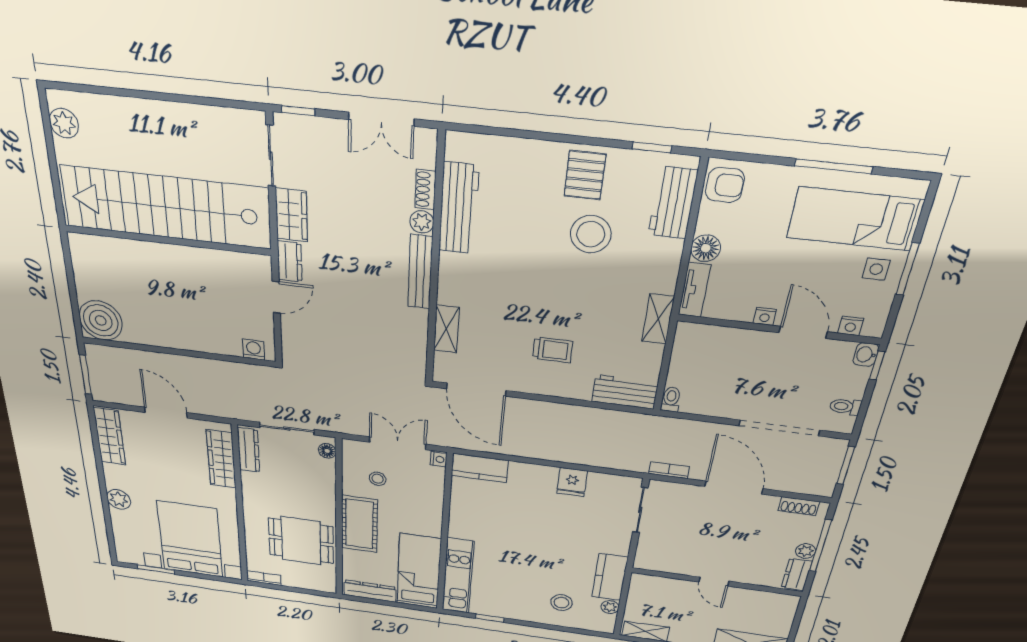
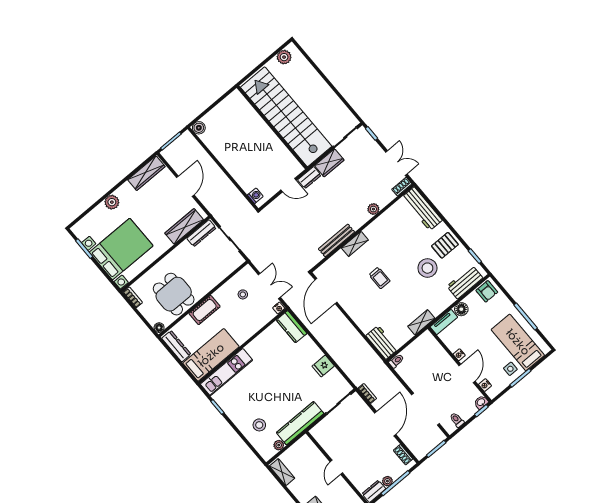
double door: (381, 119) -> (396, 163), swing flipped
shoe rack: (425, 190) -> (402, 187), moved
workbench: (459, 208) -> (422, 209), moved, turned 90
bench: (420, 272) -> (336, 240), moved
boiler: (101, 320) -> (199, 128), width x0.54, depth x0.54
shelving: (446, 329) -> (355, 244), moved
trolley: (553, 350) -> (379, 278), moved
floor lamp: (327, 451) -> (159, 328), moved
cot: (359, 524) -> (205, 310), width x0.73, depth x0.75
kitchen counter: (610, 577) -> (300, 423), width x1.50

